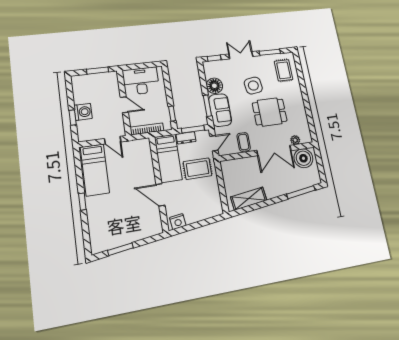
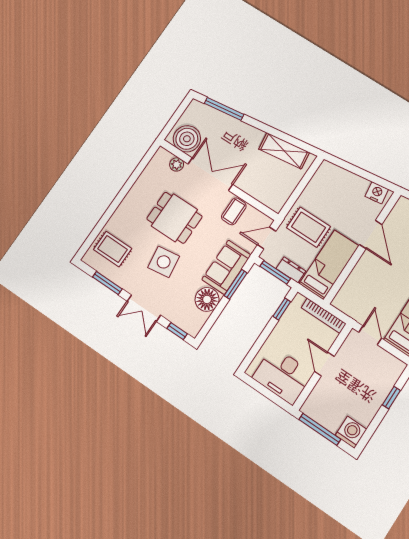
rug: (284, 70) -> (113, 249), turned 90
window: (98, 71) -> (320, 429), width x1.44
washing machine: (83, 112) -> (351, 432), moved, turned 90

